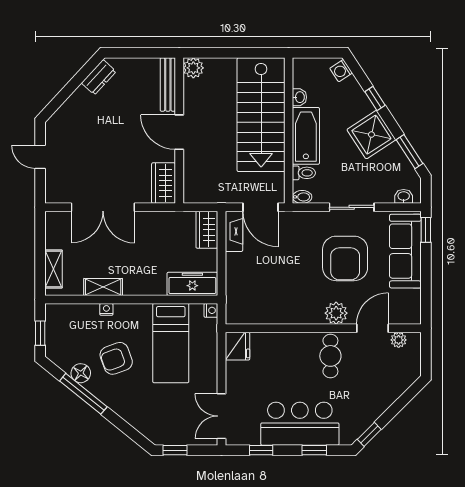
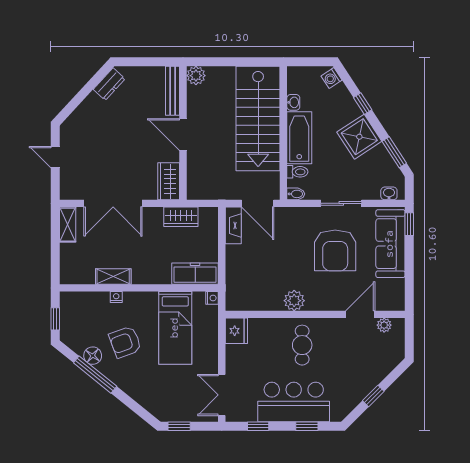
wardrobe: (207, 230) -> (181, 217), moved, turned -90
shelving: (53, 269) -> (68, 225), moved
plant: (336, 313) -> (294, 301), moved
cafe table: (330, 356) -> (302, 345), moved
window: (369, 434) -> (373, 396), moved

